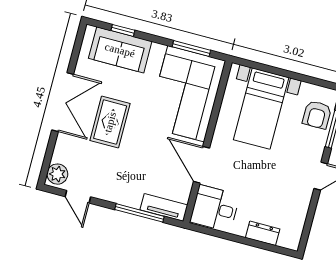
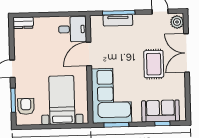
double door: (63, 102) -> (186, 53), moved
door: (201, 165) -> (89, 54), swing flipped
tv unit: (164, 207) -> (118, 20), moved
dresser: (263, 233) -> (23, 23), moved

